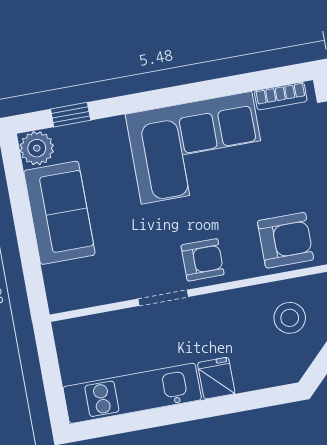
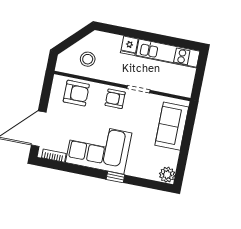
window: (71, 115) -> (115, 177), moved
sofa: (59, 213) -> (172, 126), moved
armchair: (286, 240) -> (76, 93), turned 180

